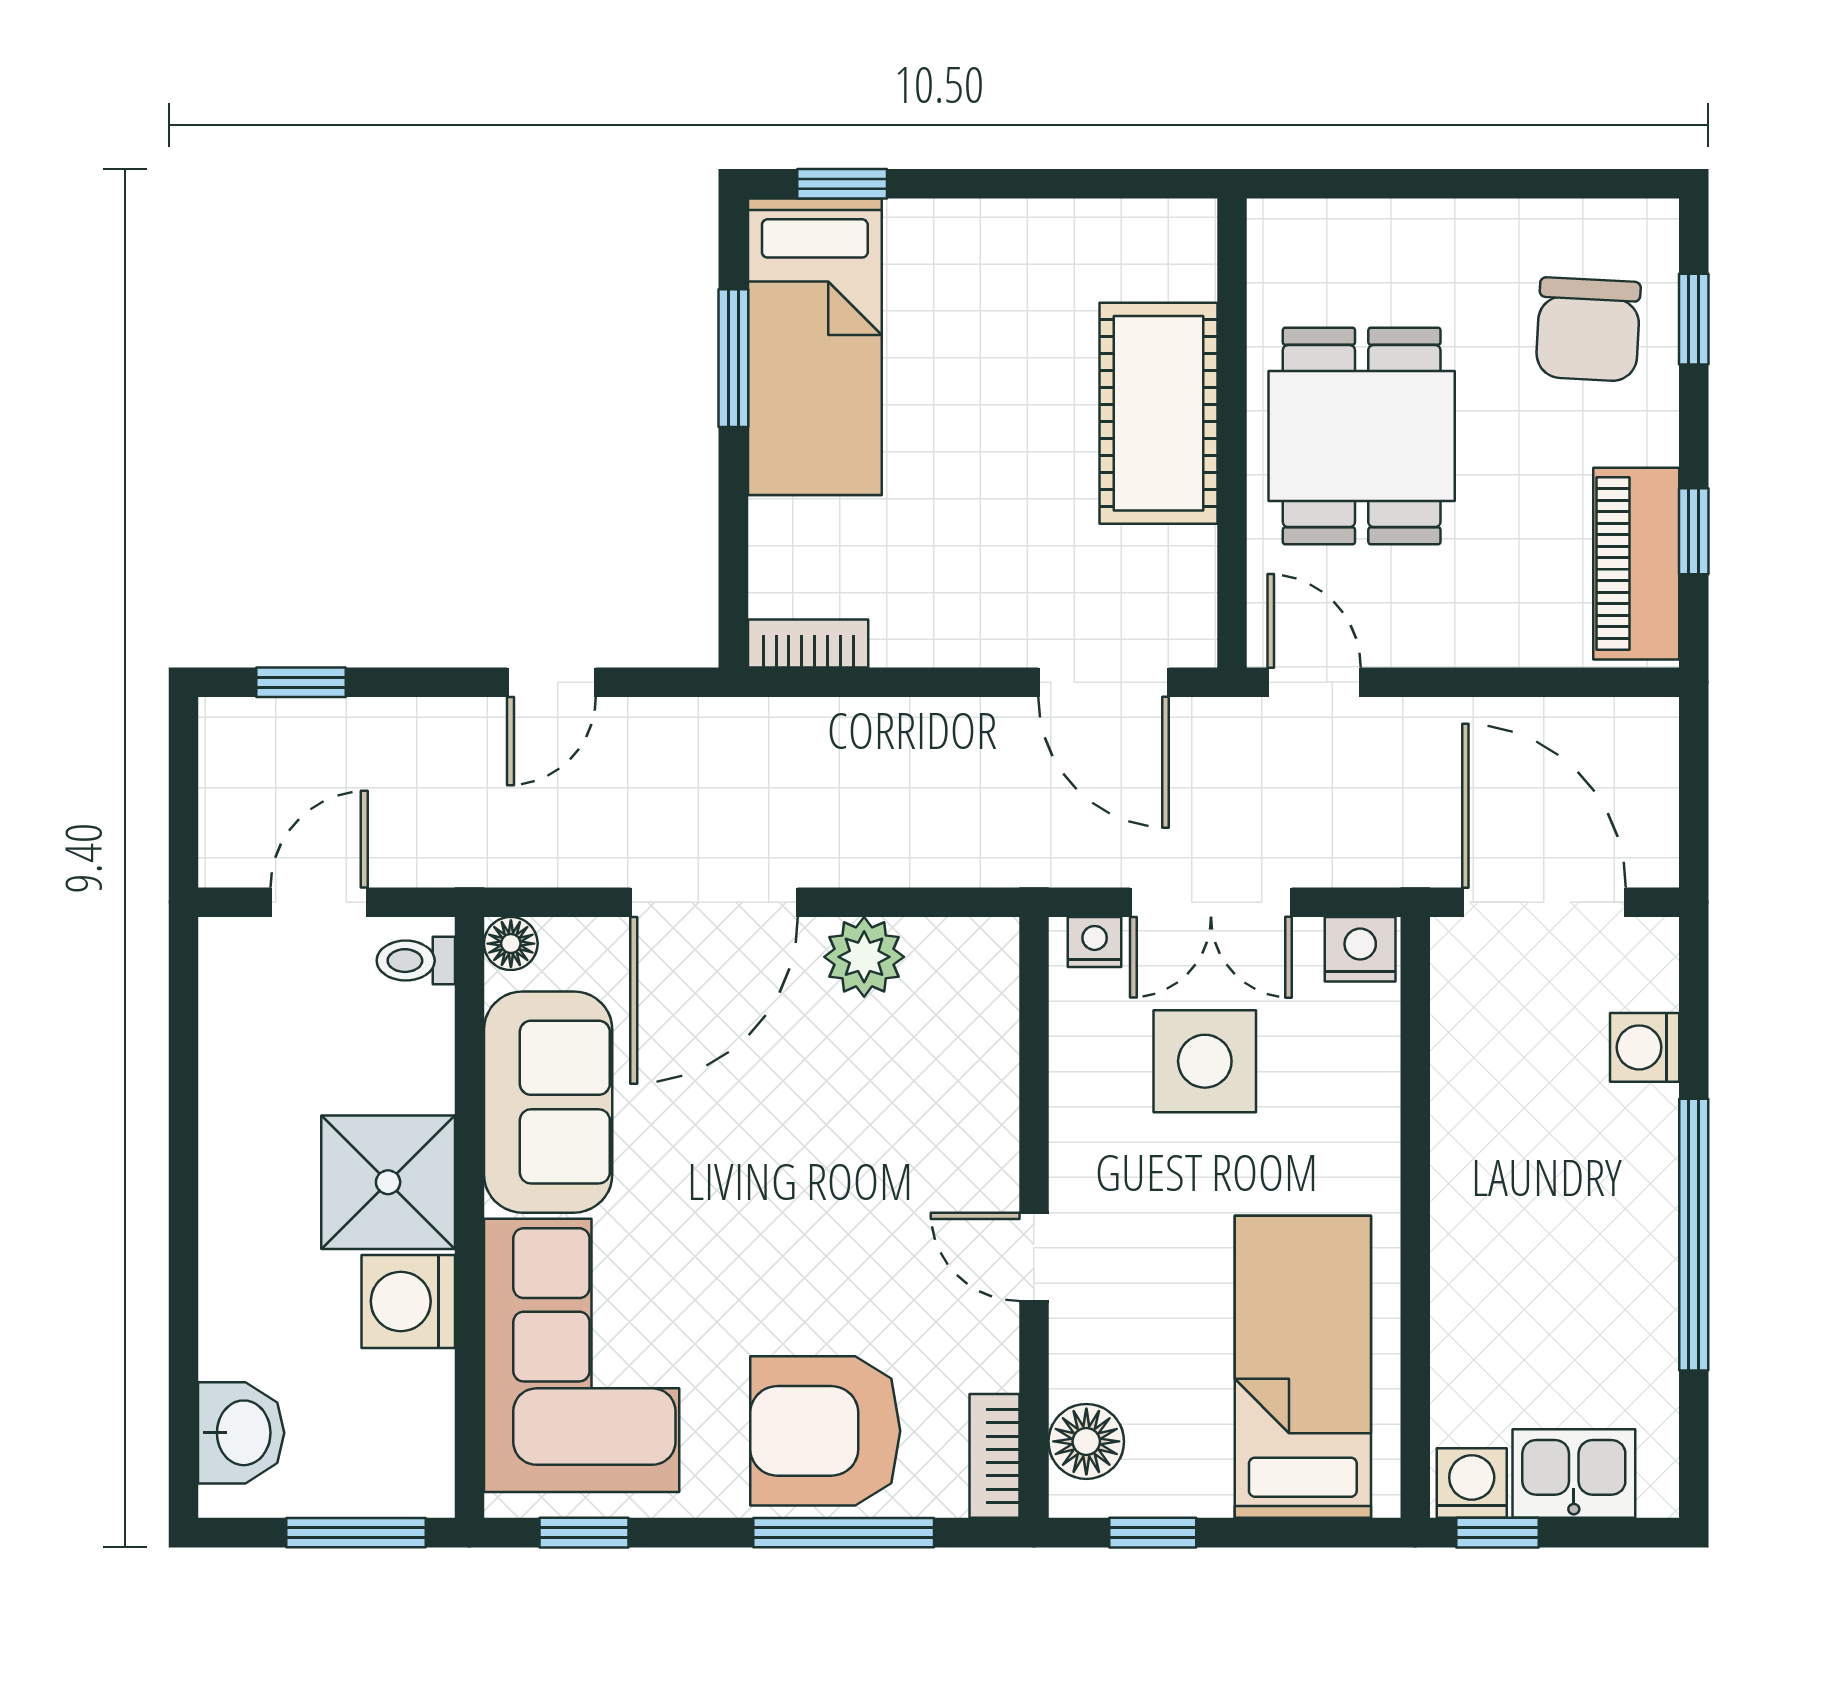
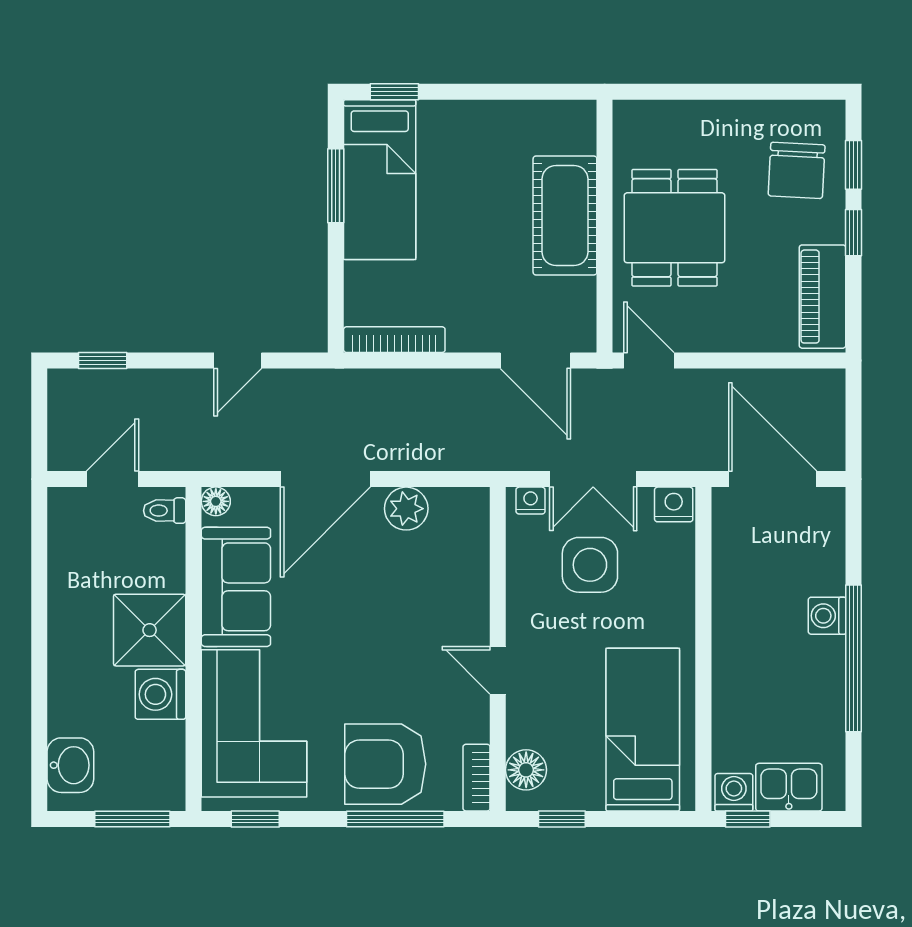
window: (1694, 531) -> (854, 233), moved
bookcase: (808, 644) -> (394, 340), width x1.56
washing machine: (1645, 1047) -> (827, 616), moved

